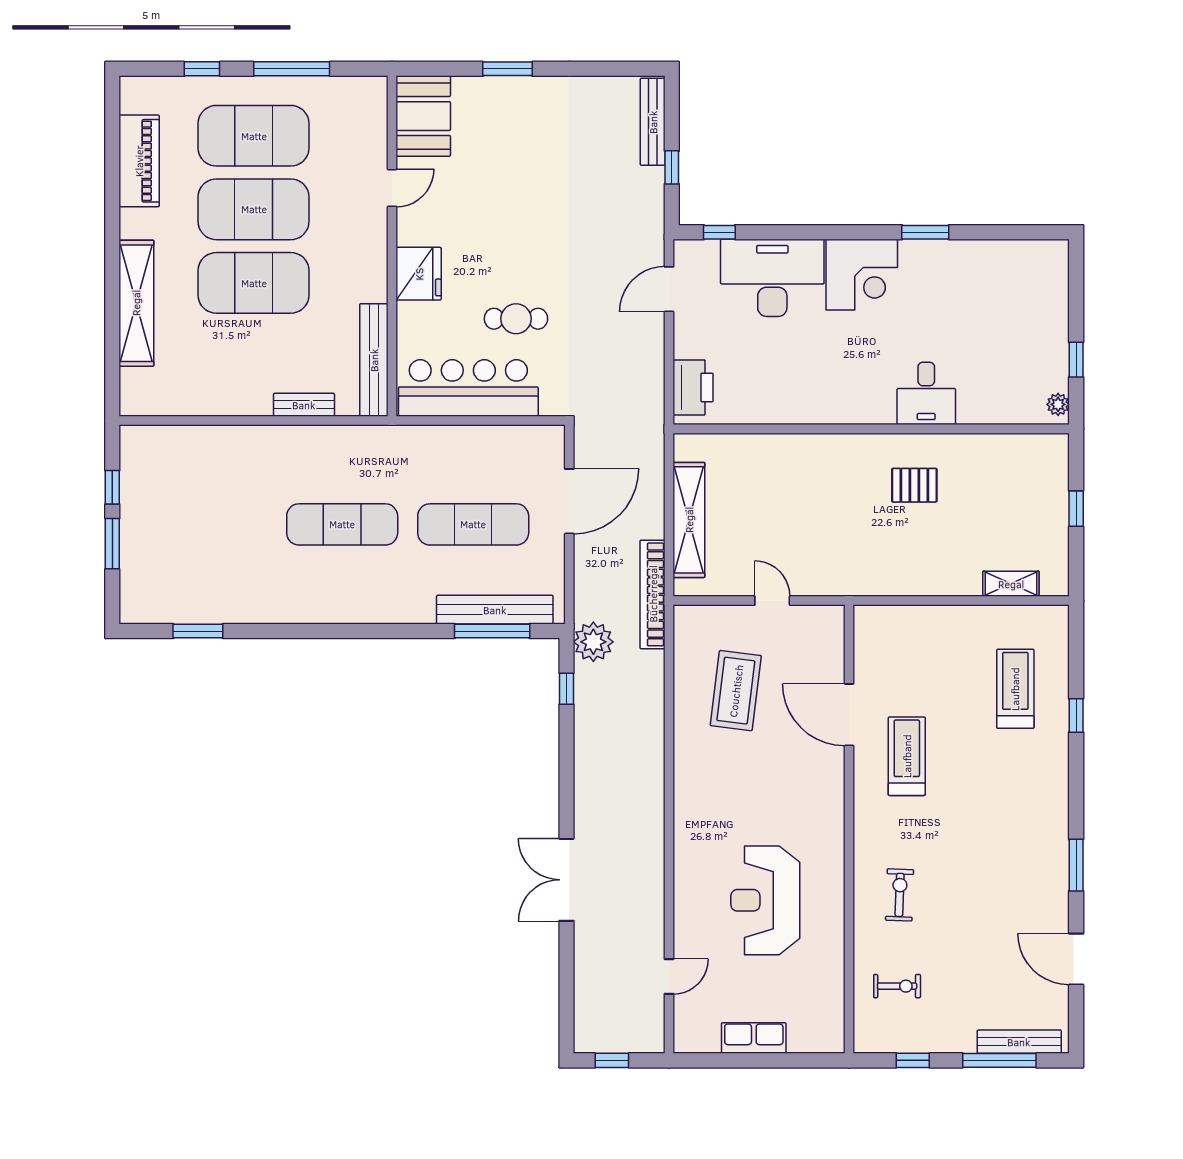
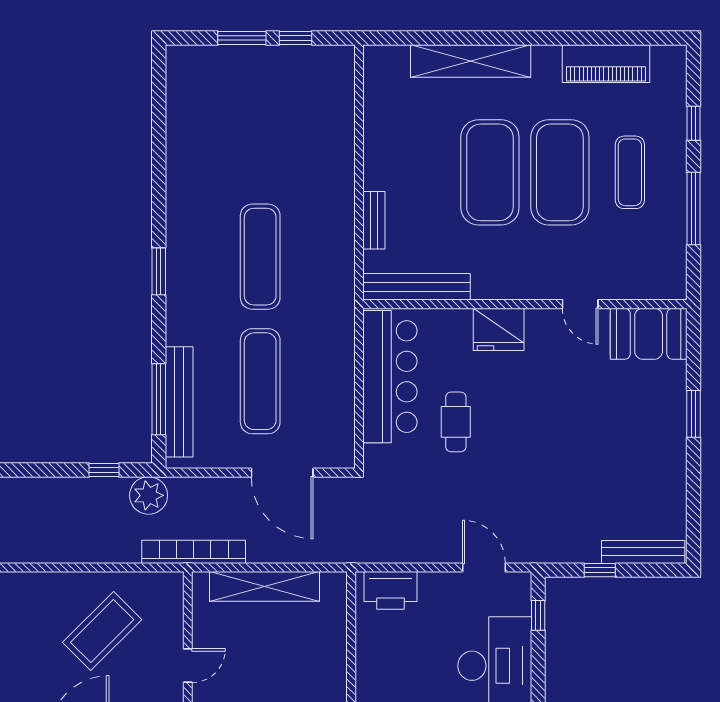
exercise mat: (254, 136) -> (630, 172), width x0.50, depth x0.69
window: (198, 631) -> (159, 271), moved
coffee table: (736, 691) -> (102, 631), turned -52

